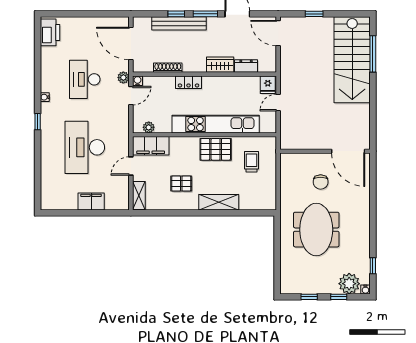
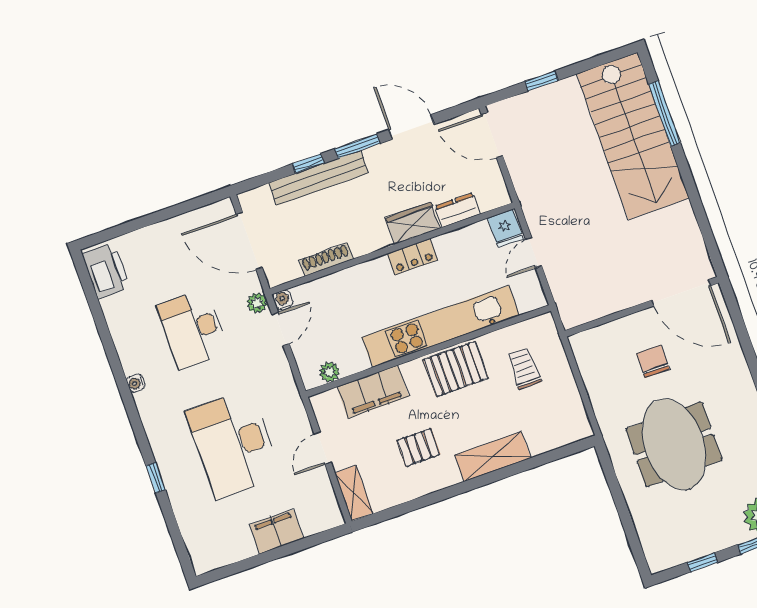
locker: (188, 82) -> (412, 257), moved
window: (38, 122) -> (156, 478), moved
filing cabinet: (151, 146) -> (373, 392), moved
chair: (321, 182) -> (653, 361), turned 180

